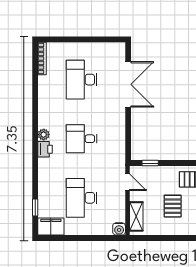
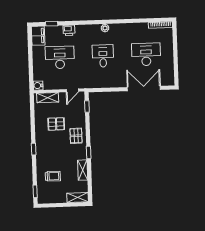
double door: (128, 84) -> (144, 88), swing flipped
printer: (45, 149) -> (69, 30), moved

